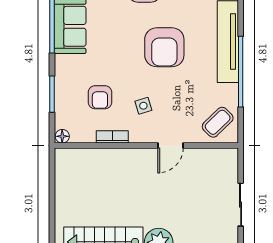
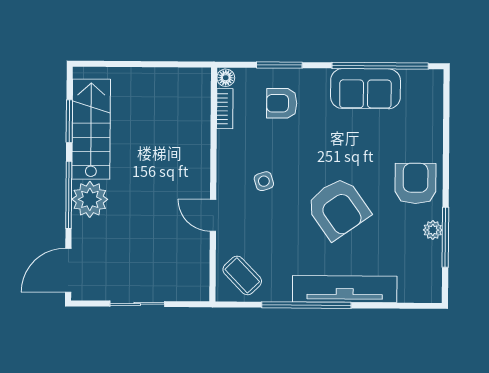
armchair: (164, 47) -> (338, 208), turned -125
armchair: (100, 97) -> (282, 103), moved
bookcase: (112, 137) -> (225, 109), moved

